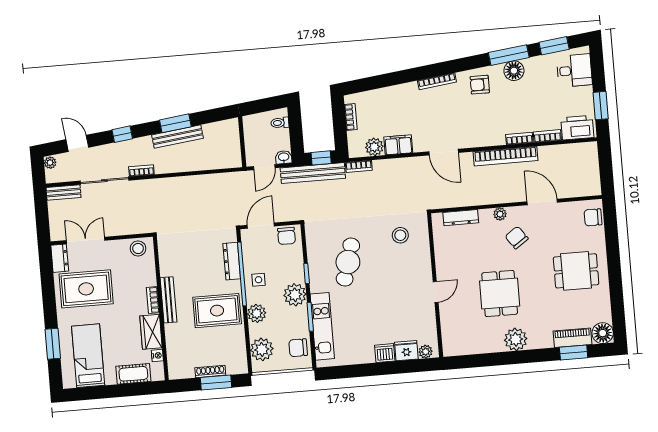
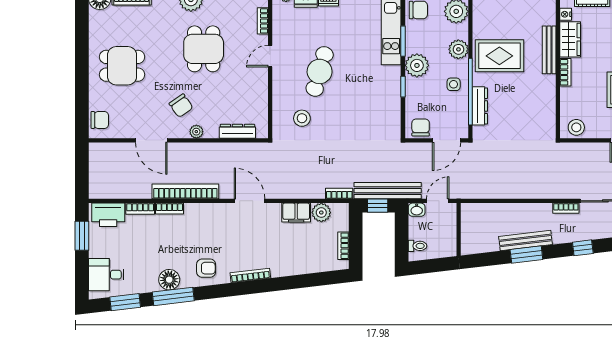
cafe table: (348, 262) -> (320, 71), moved
bench: (169, 300) -> (549, 50), moved
bookcase: (445, 325) -> (263, 21), added

